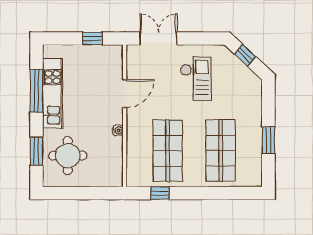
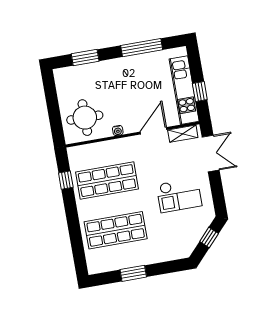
shelving: (133, 64) -> (183, 134), added
kitchen unit: (53, 93) -> (184, 90), moved, turned 90
door: (125, 93) -> (154, 131), swing flipped
round table: (68, 156) -> (85, 118), moved

